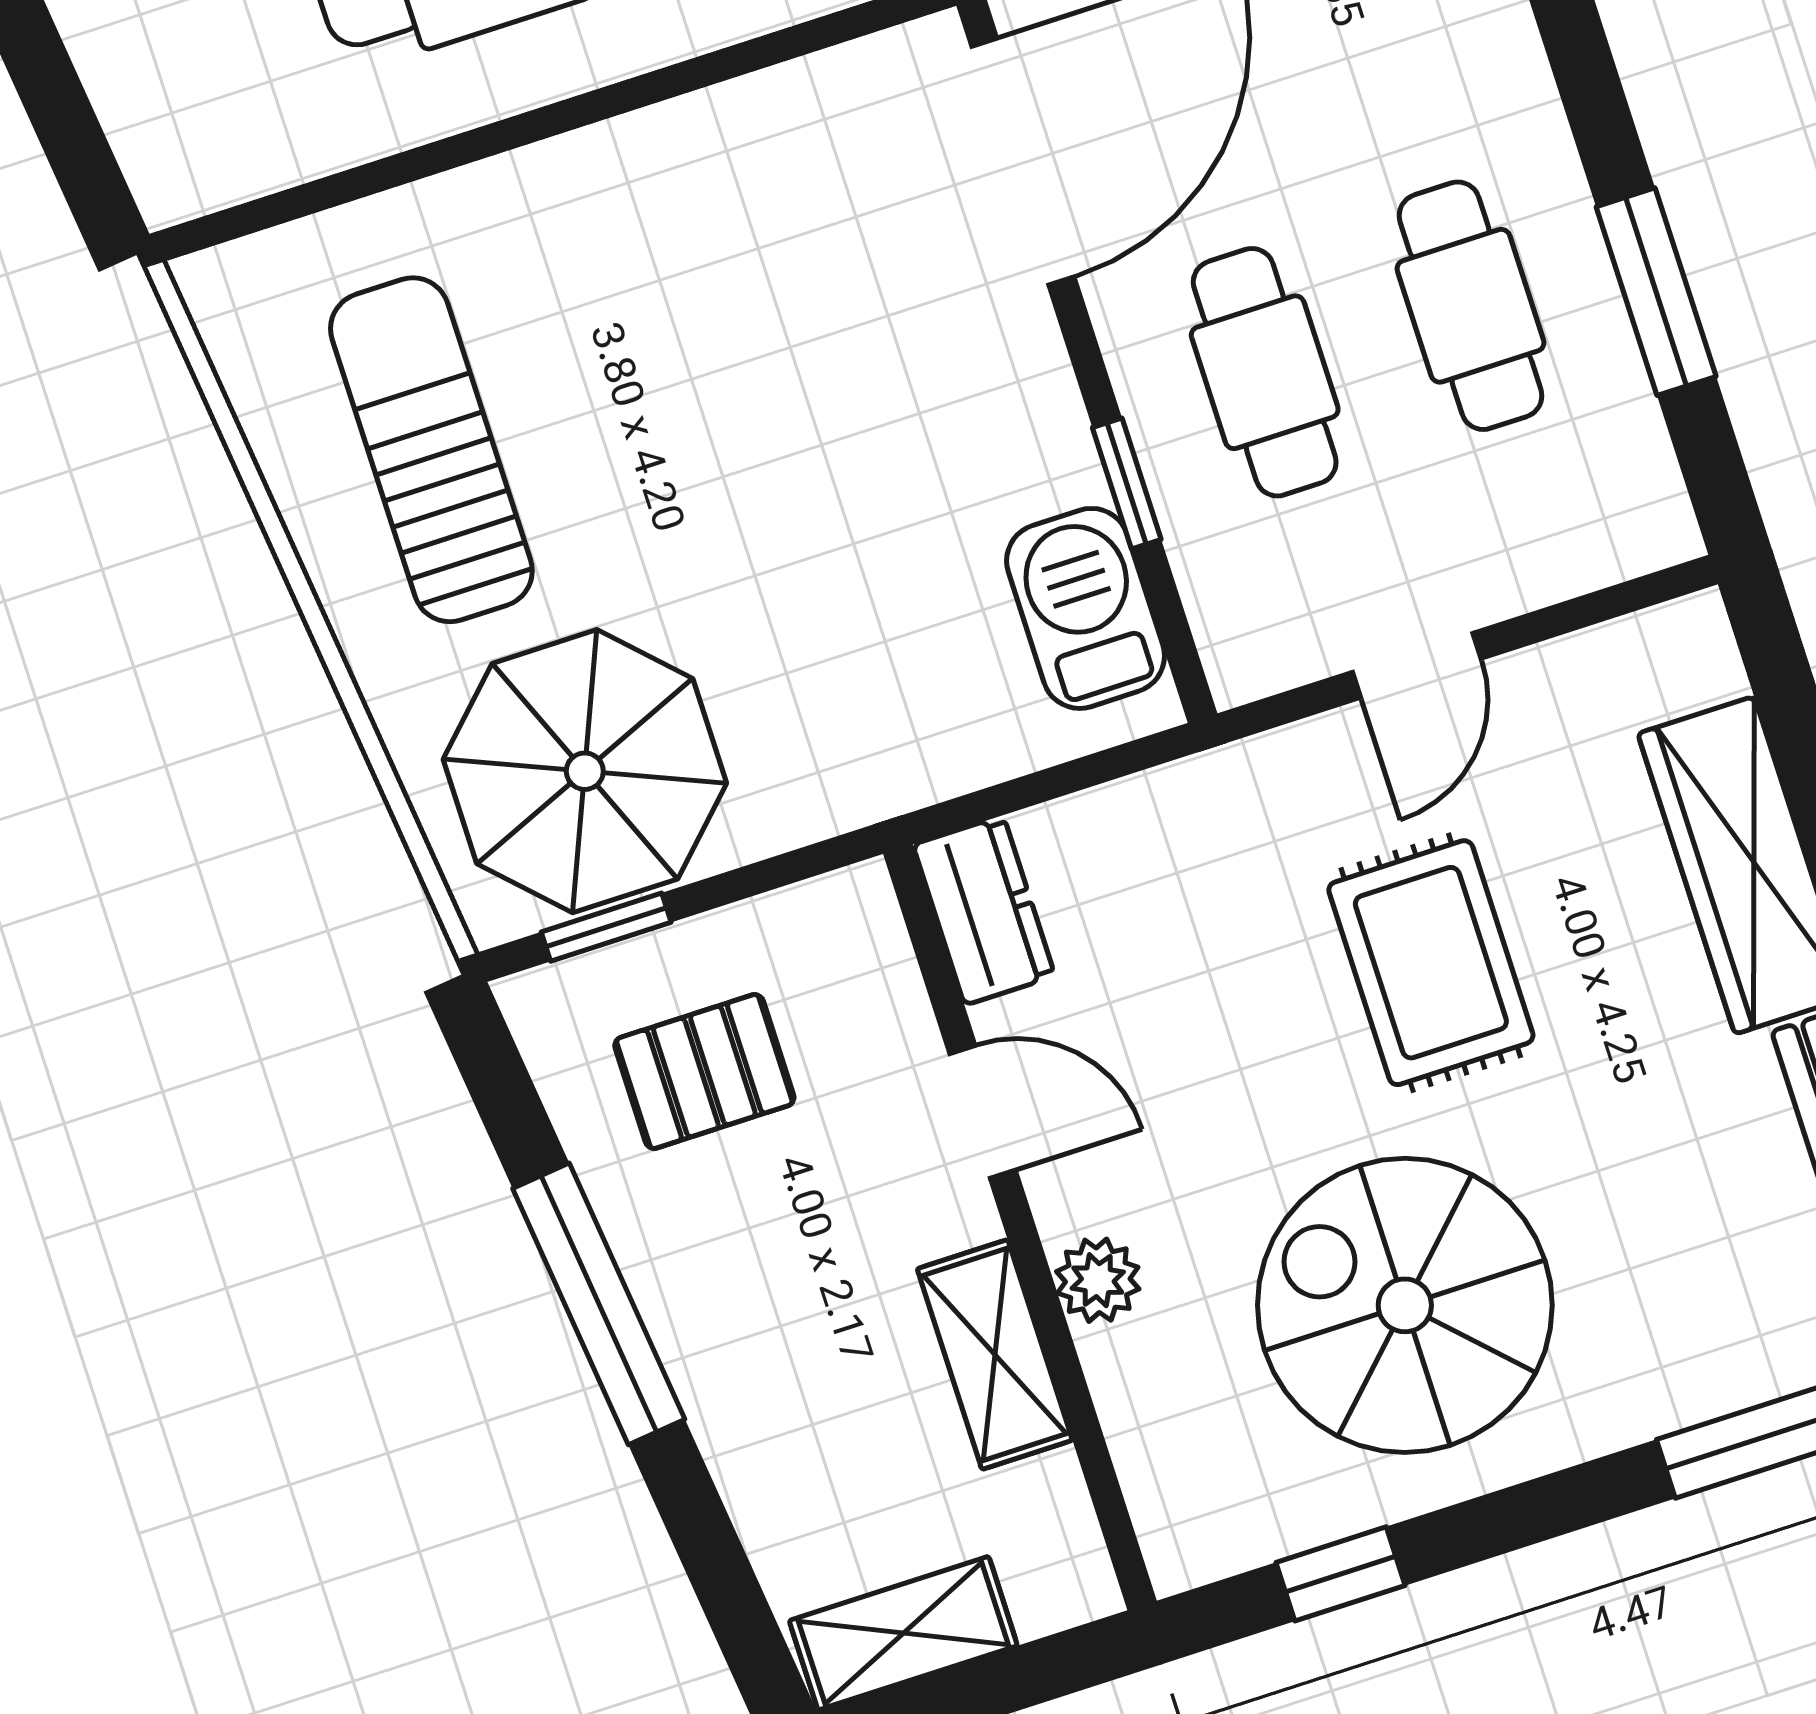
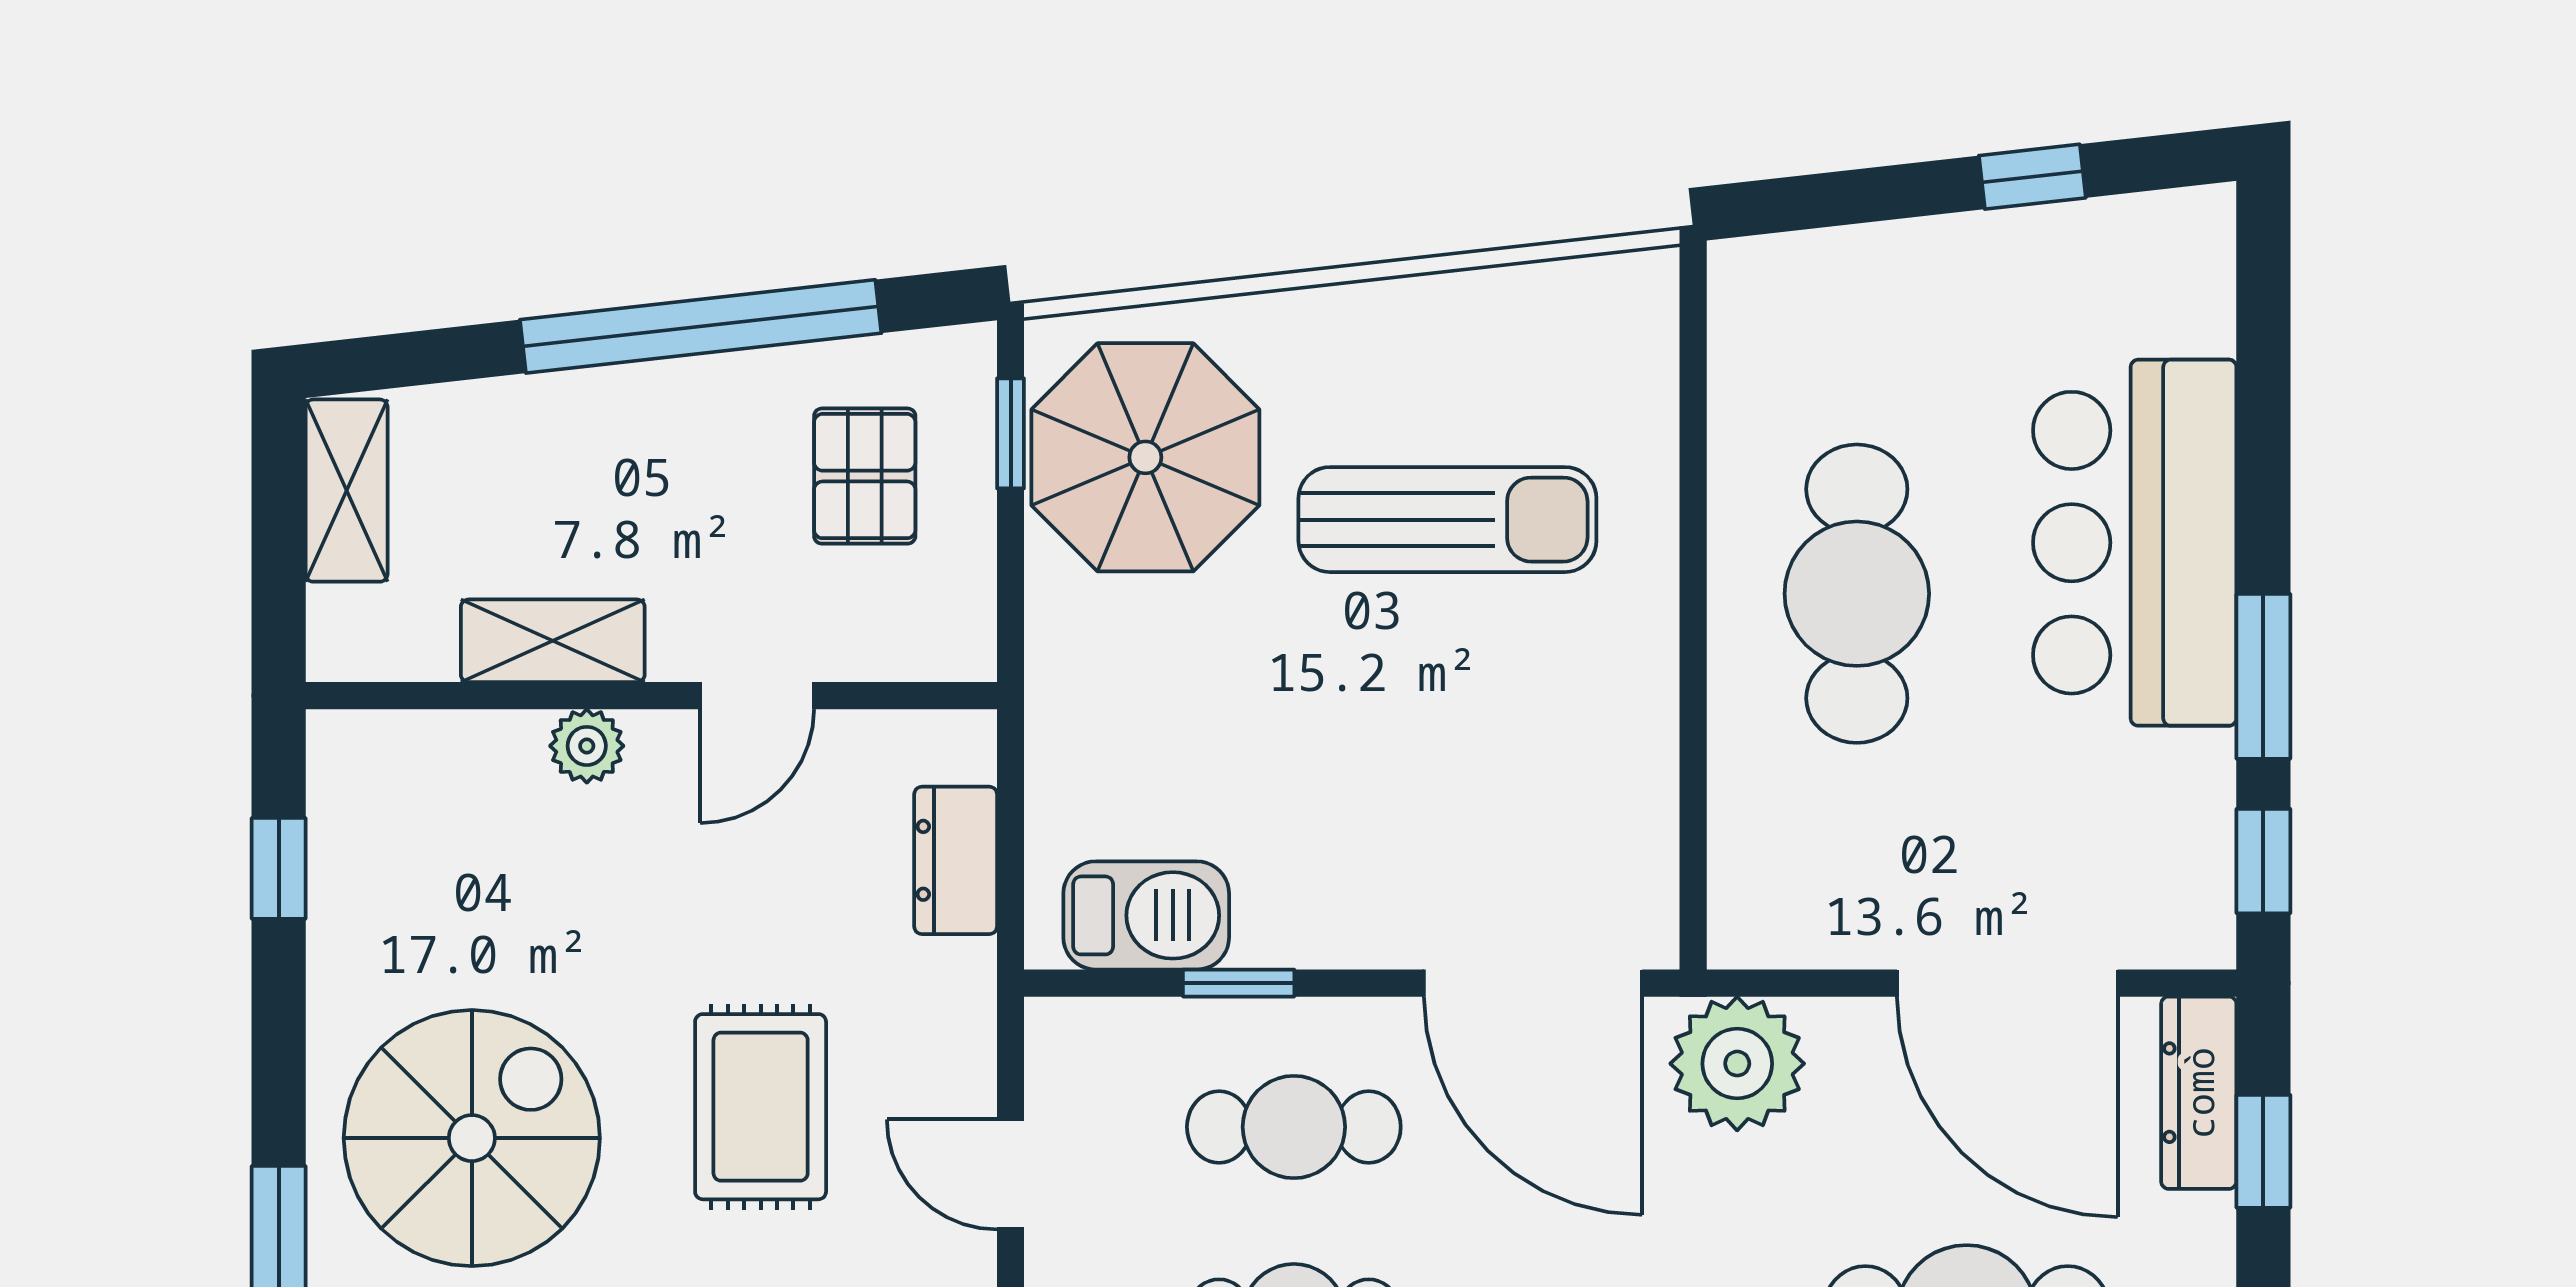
sun lounger: (431, 450) -> (1447, 520), moved
dresser: (984, 910) -> (956, 860), moved, turned 90
rug: (1431, 963) -> (761, 1107), turned 90
window: (599, 1304) -> (701, 326), width x1.46
spiral stairs: (1405, 1305) -> (472, 1138), moved

